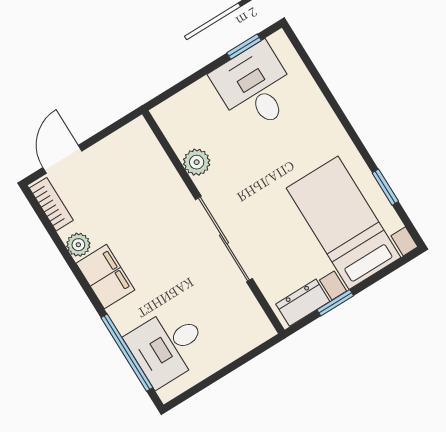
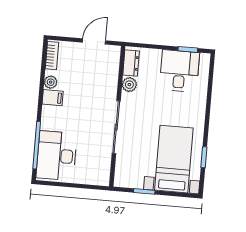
door: (62, 159) -> (94, 41), moved
filing cabinet: (105, 277) -> (53, 98), width x0.50
dresser: (303, 303) -> (131, 63), moved, turned 90
desk: (168, 346) -> (57, 156), width x1.37

